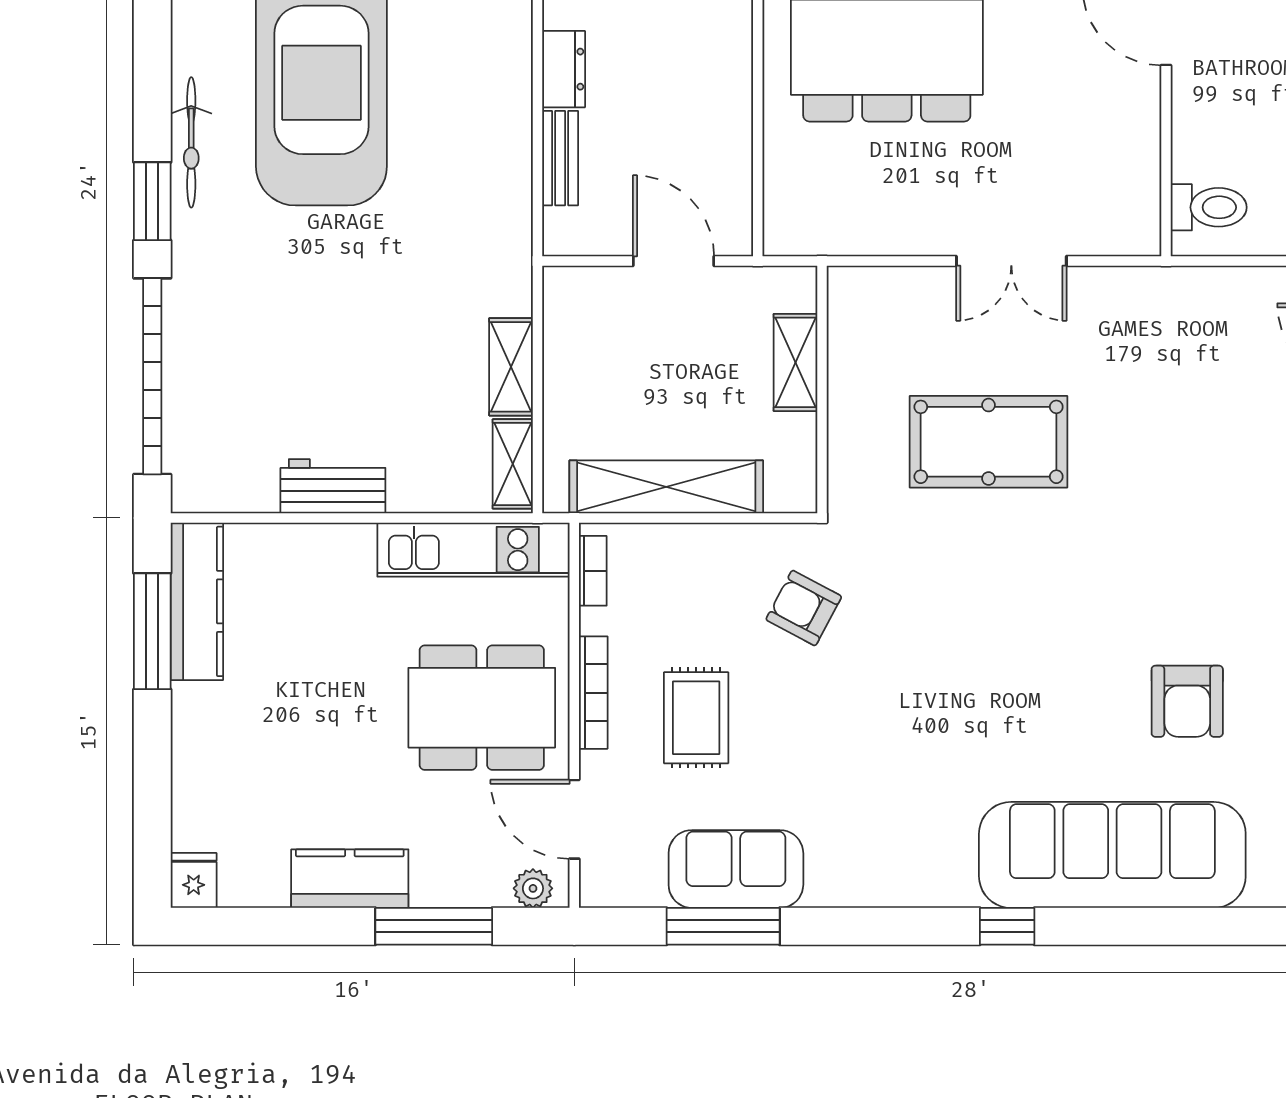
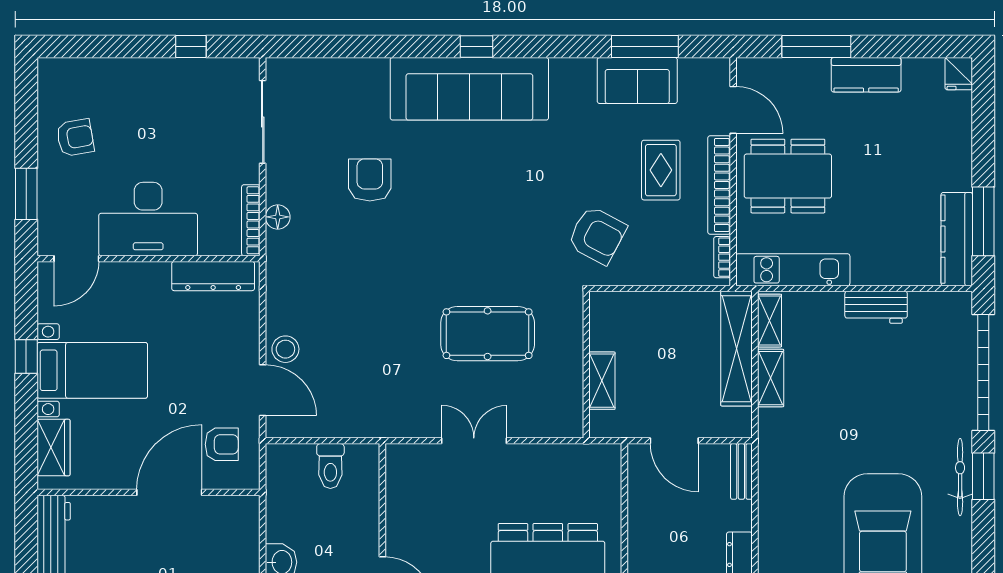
bicycle: (191, 142) -> (960, 477), moved
bench: (560, 158) -> (741, 471), moved
toilet: (1209, 207) -> (330, 466), moved, turned -90
shelving: (666, 487) -> (736, 349), moved, turned 90
armchair: (804, 608) -> (597, 235), width x1.38, depth x1.38
bookcase: (593, 693) -> (719, 185), width x1.48, depth x1.31
sofa: (1112, 855) -> (469, 89), moved
plant: (533, 888) -> (758, 69), removed

